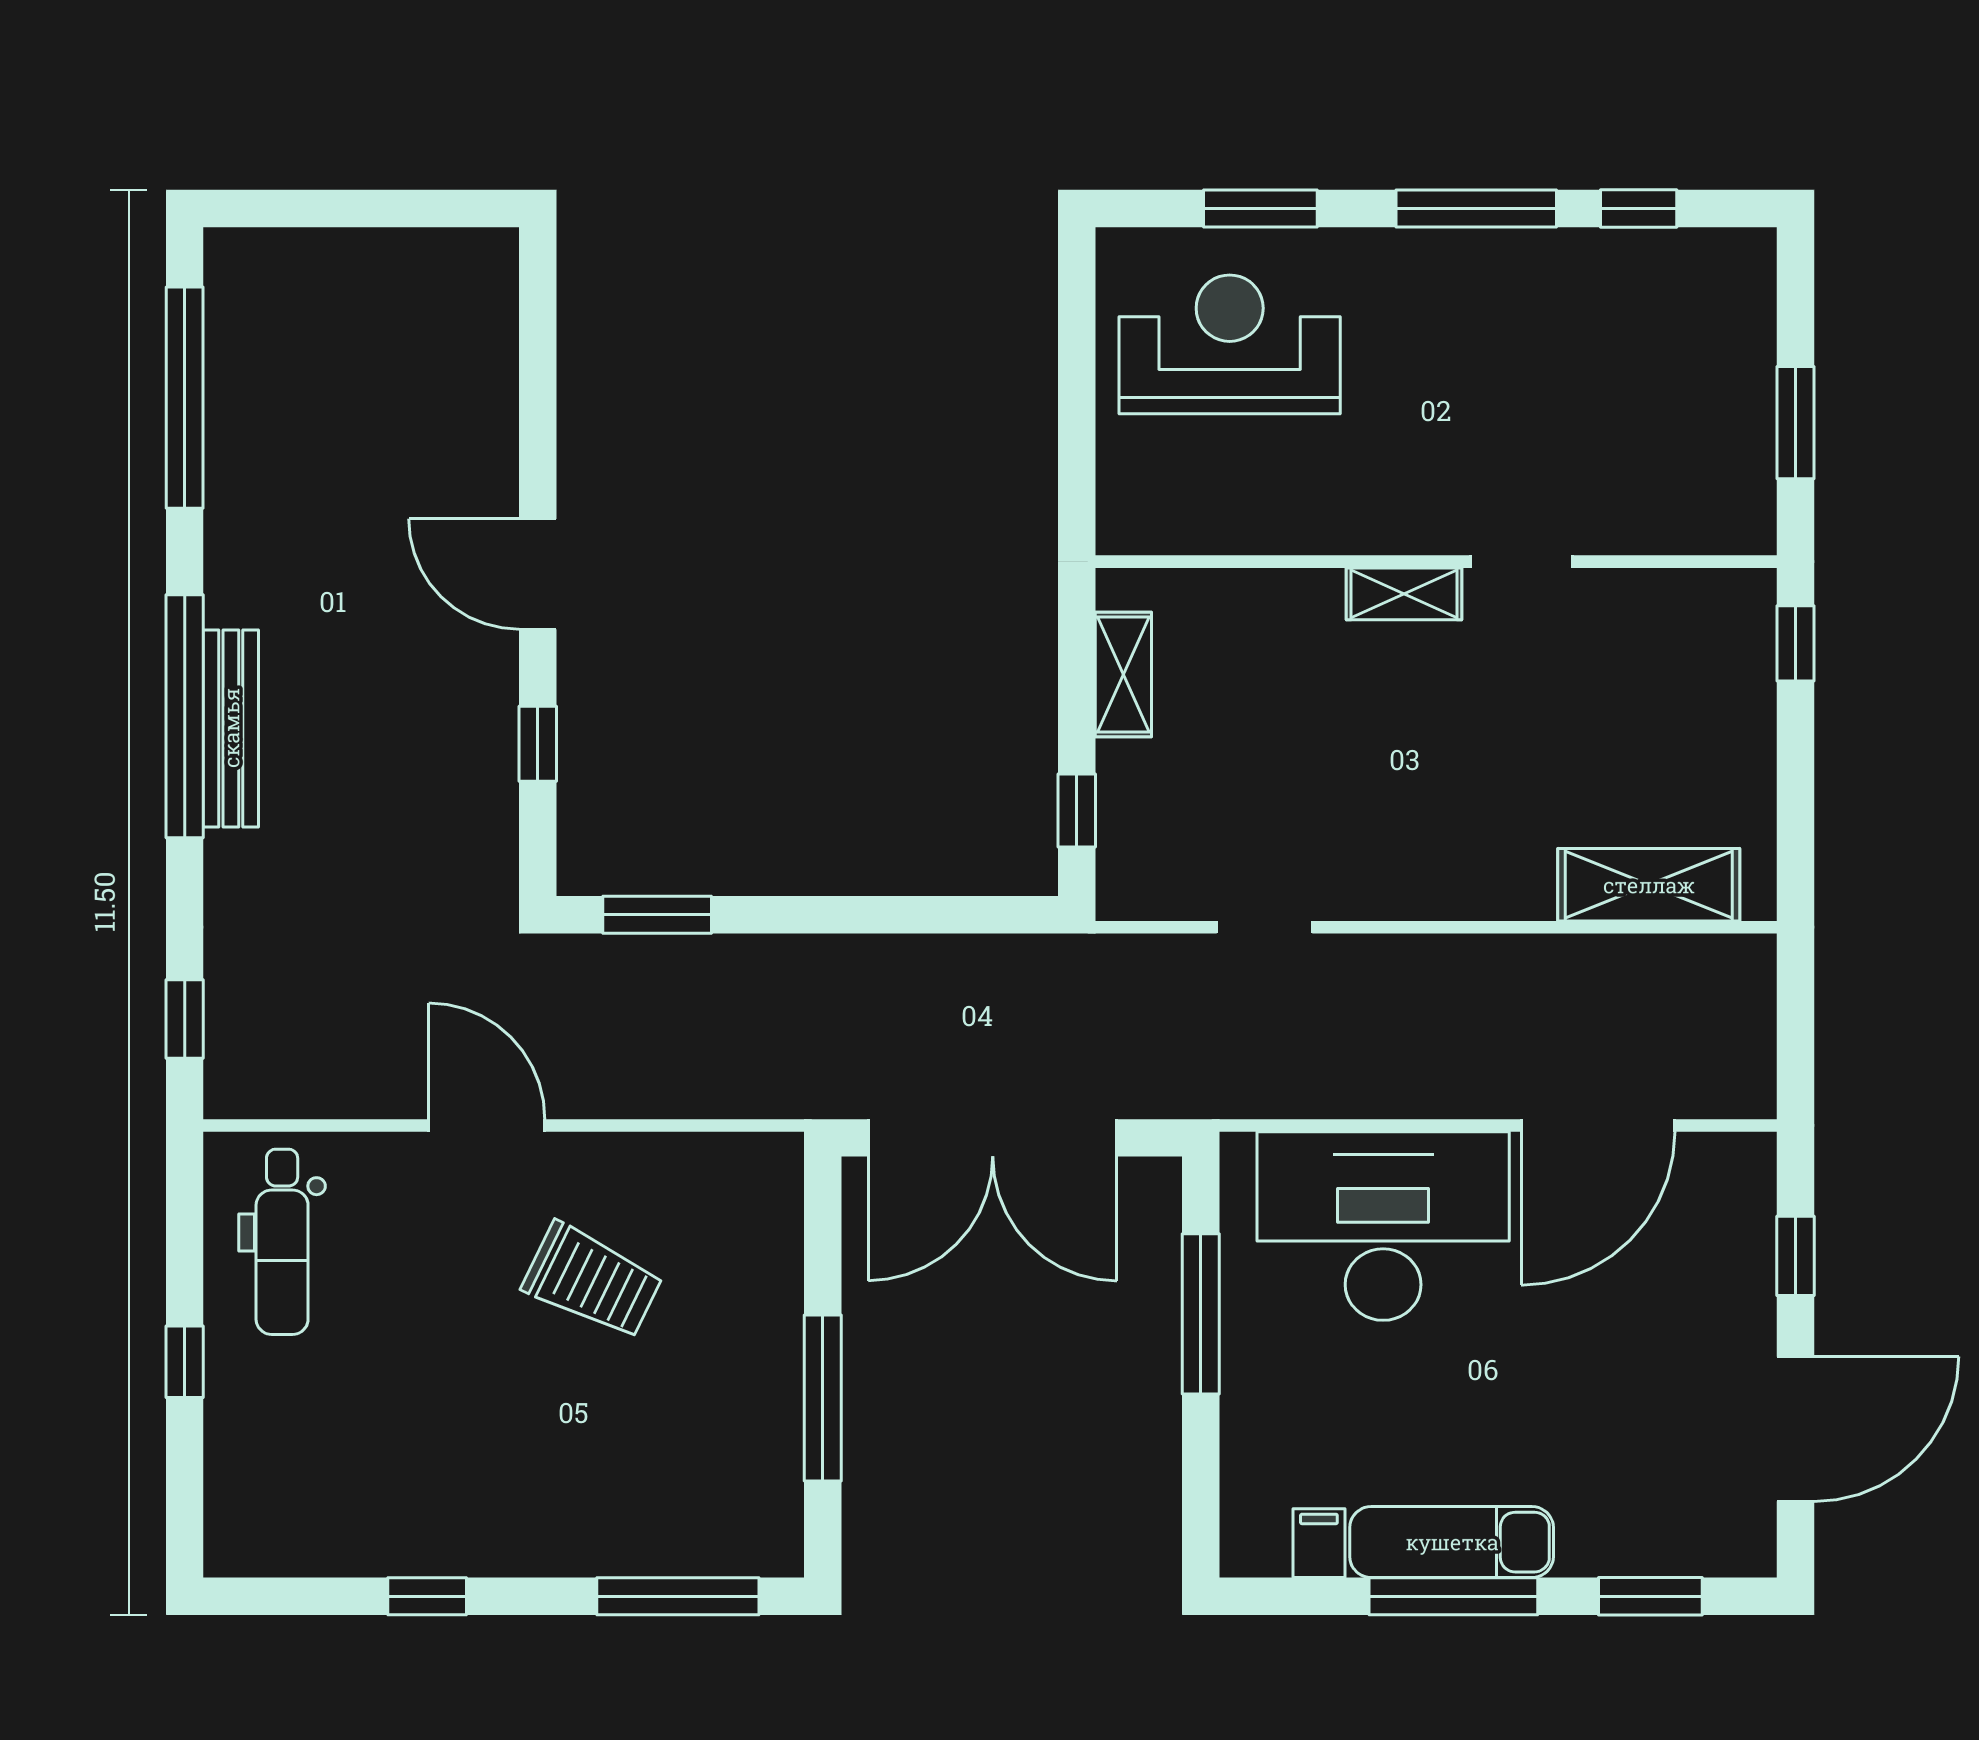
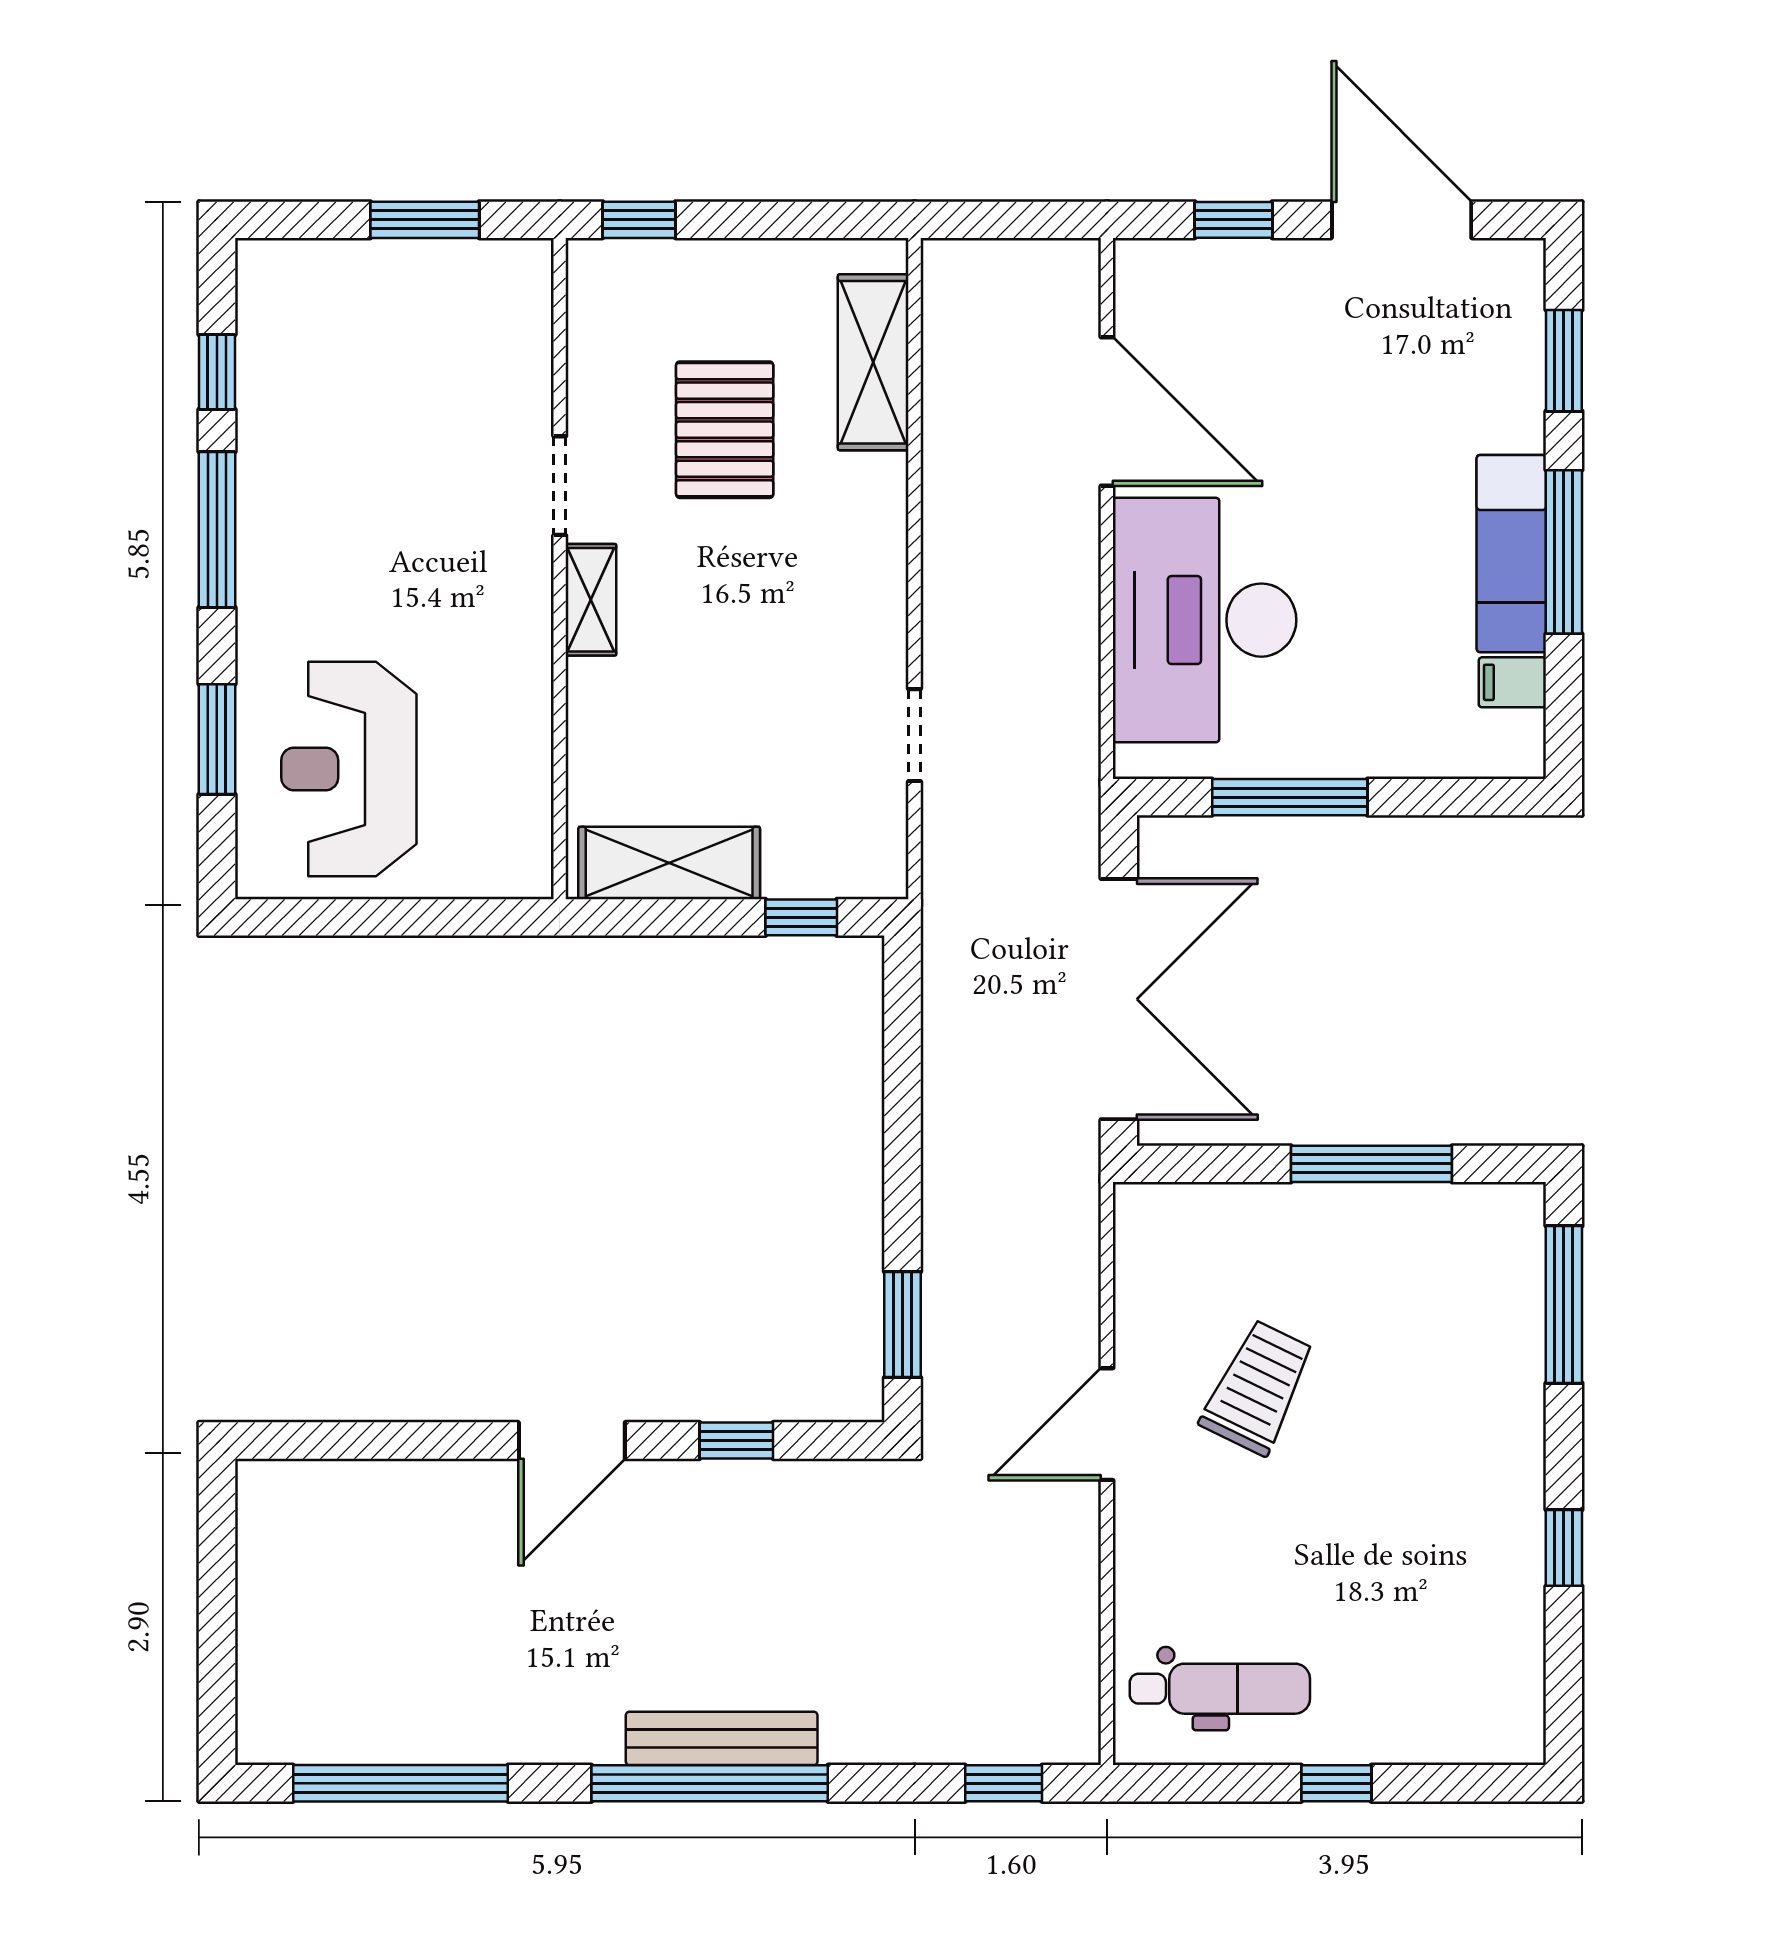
shelving: (1123, 674) -> (669, 863), width x1.50, depth x1.33
pallet: (1579, 732) -> (725, 430), added
door: (487, 1125) -> (1107, 1424), moved

